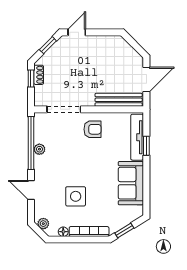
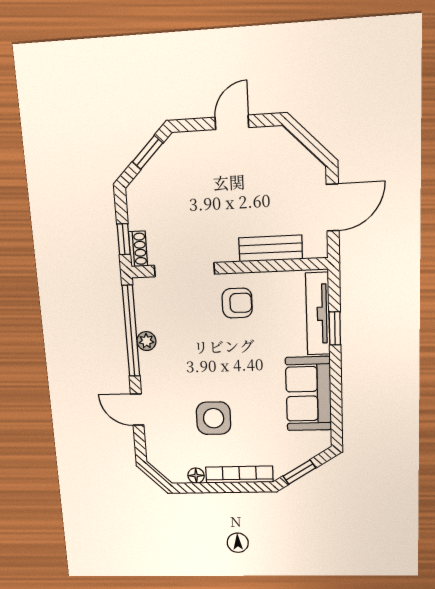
door: (77, 32) -> (232, 122), moved
shoe rack: (39, 75) -> (138, 249), moved
window: (31, 79) -> (124, 239), moved
bench: (119, 100) -> (271, 248), width x0.73
plant: (43, 224) -> (162, 463), removed

